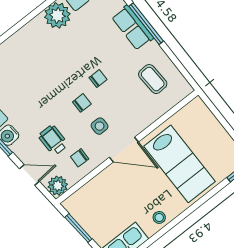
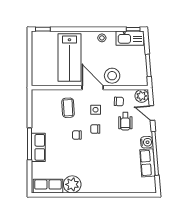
coffee table: (153, 79) -> (68, 108), moved
lab bench: (179, 164) -> (69, 57), turned 180
stool: (112, 182) -> (112, 76), added

